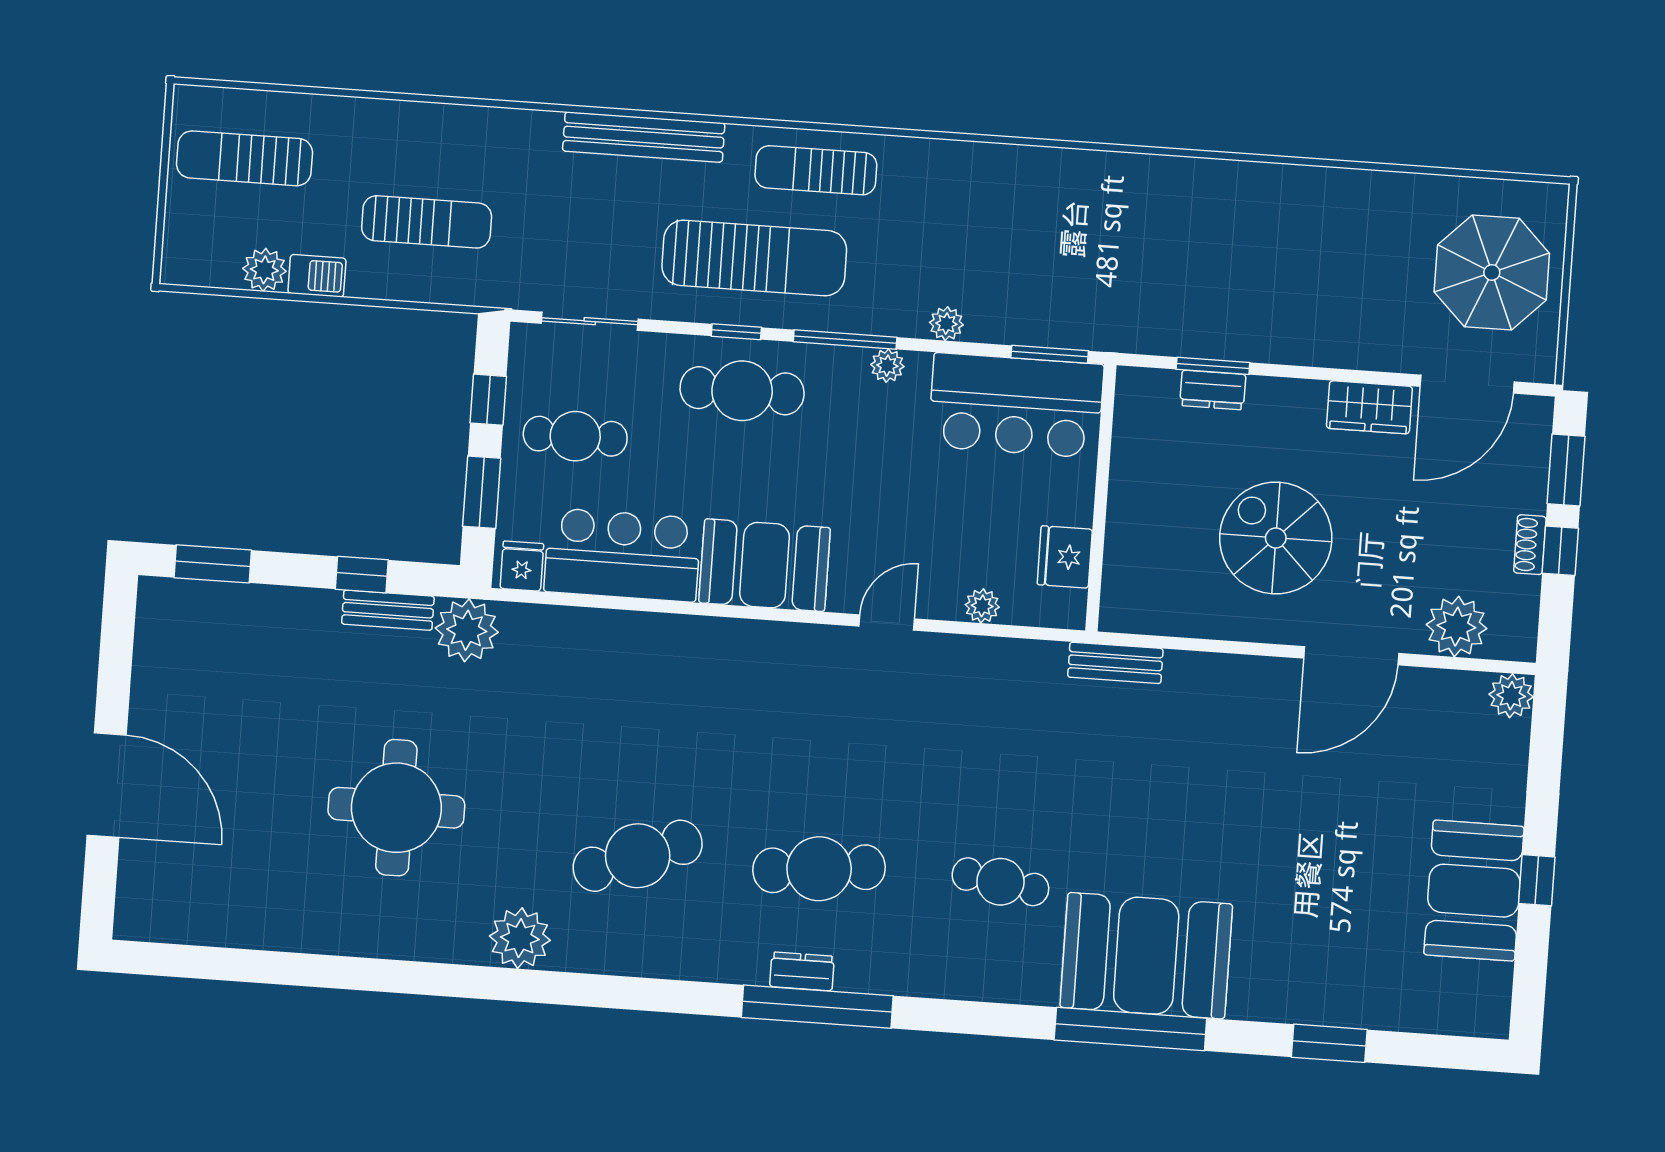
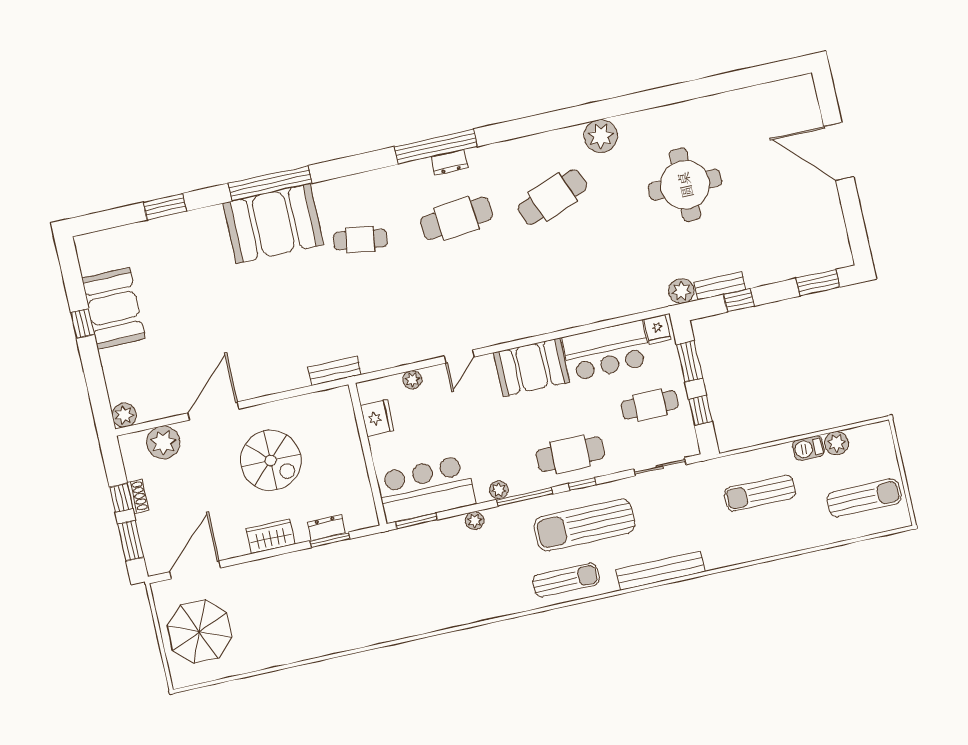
wardrobe: (1369, 407) -> (270, 536), moved
plant: (467, 630) -> (681, 291), width x0.73, depth x0.73

